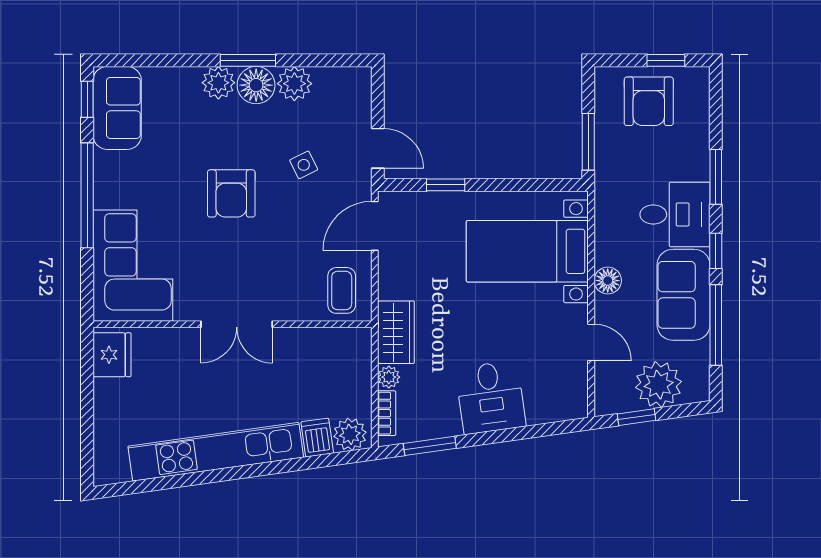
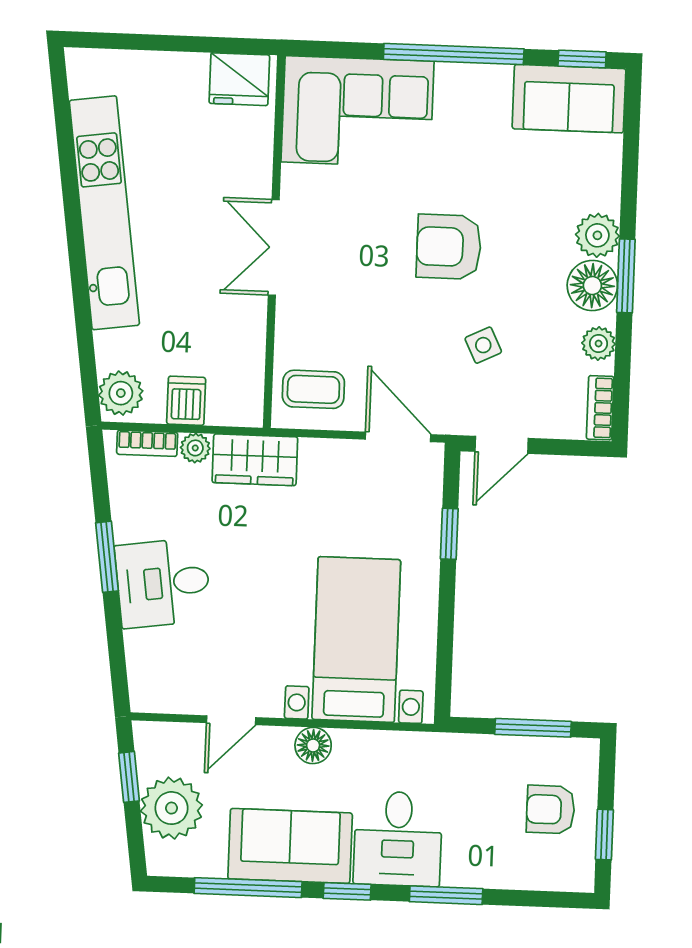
bookcase: (347, 76) -> (600, 408), added
plant: (294, 84) -> (599, 344), width x0.73, depth x0.73
armchair: (649, 101) -> (551, 809), width x0.72, depth x0.72
window: (588, 142) -> (533, 728), moved
dishwasher: (317, 438) -> (186, 401), moved, turned -82
window: (430, 446) -> (107, 557), moved

